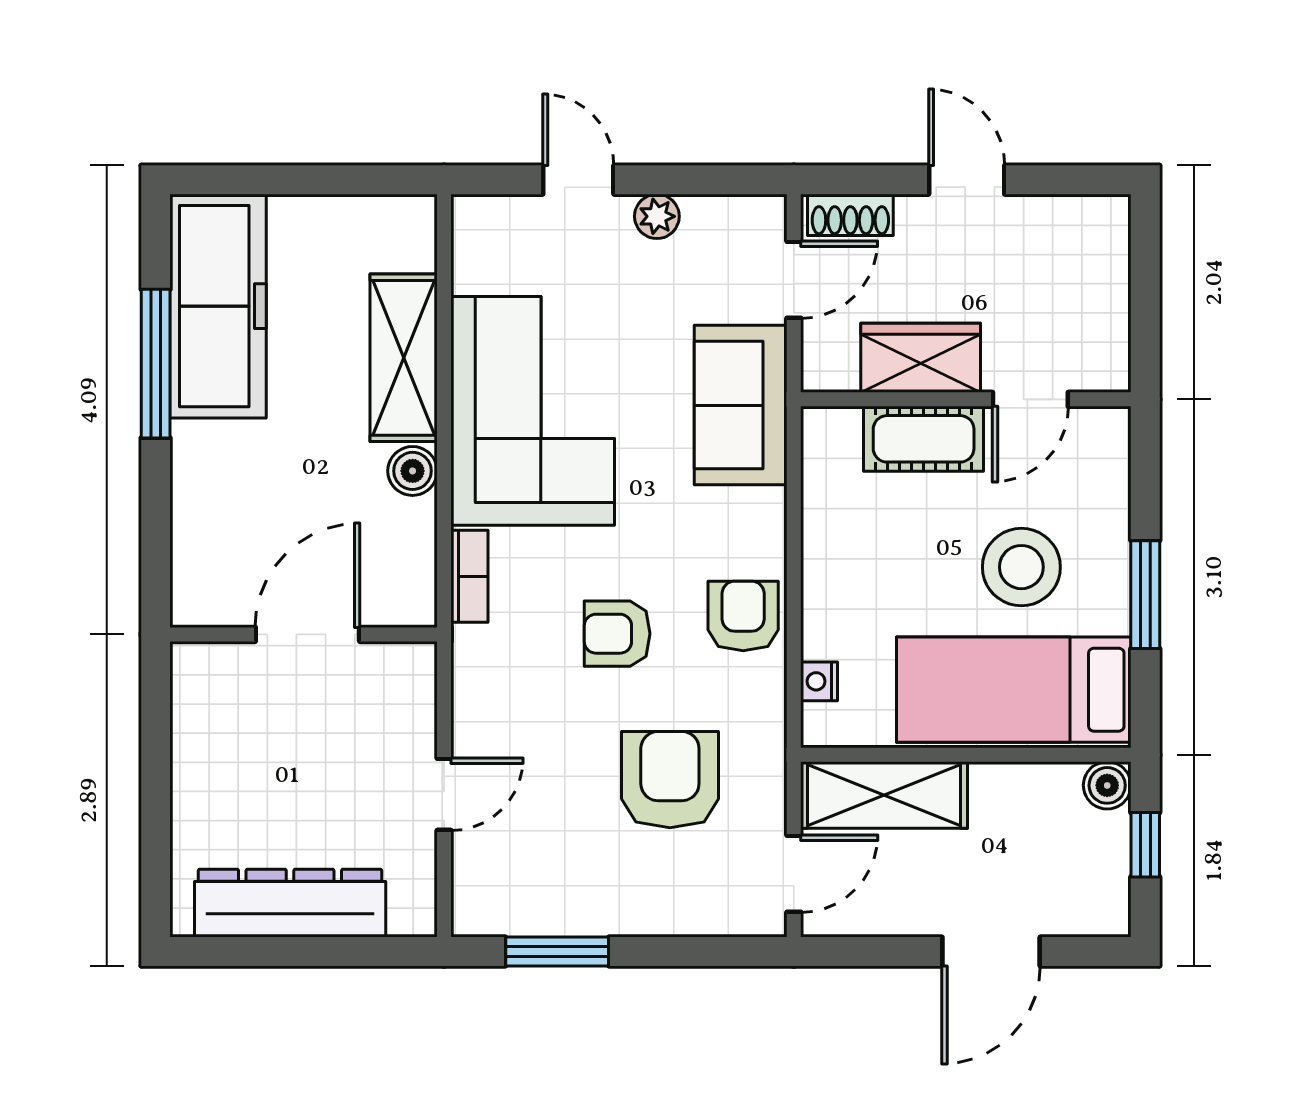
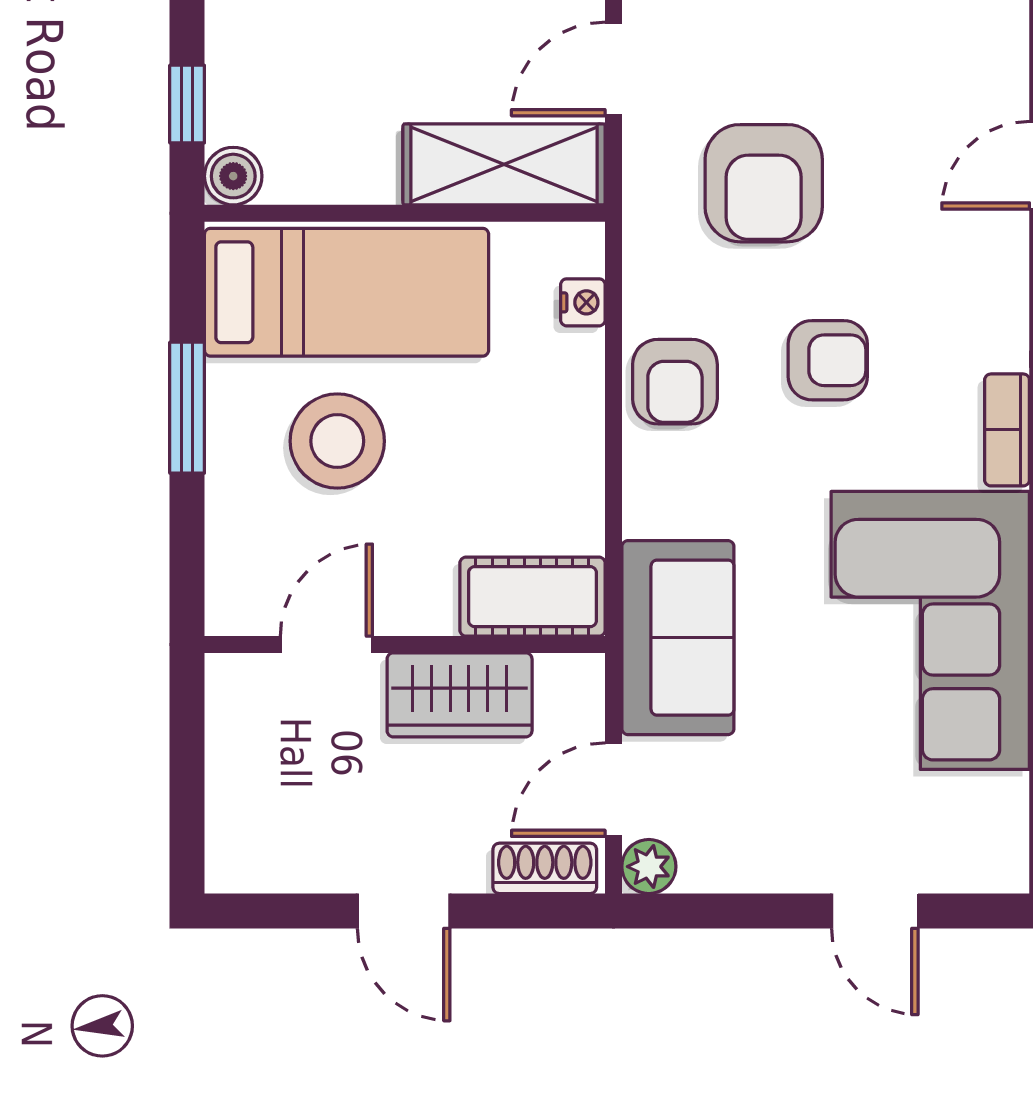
plant: (657, 216) -> (649, 867), moved
cot: (924, 439) -> (532, 597), moved

